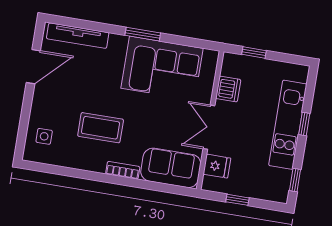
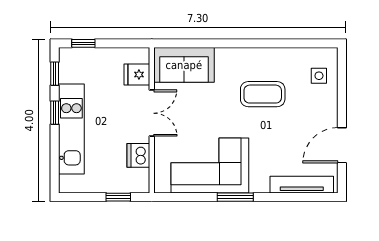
window: (304, 124) -> (55, 113), moved
bookcase: (123, 170) -> (233, 54), removed
window: (237, 200) -> (83, 43), moved

